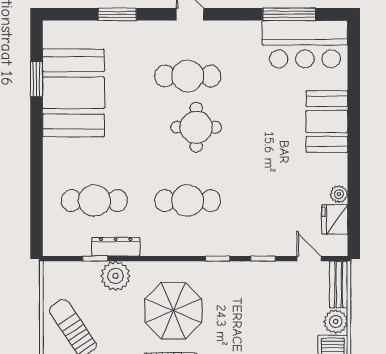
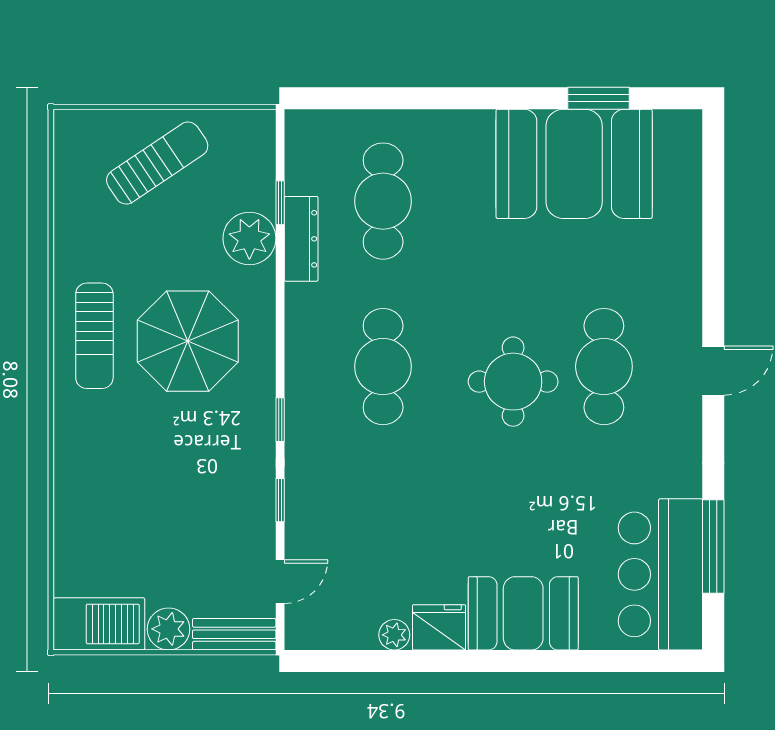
window: (117, 14) -> (713, 242), removed
fridge: (335, 219) -> (439, 627), moved

